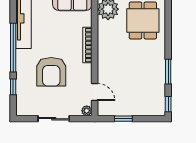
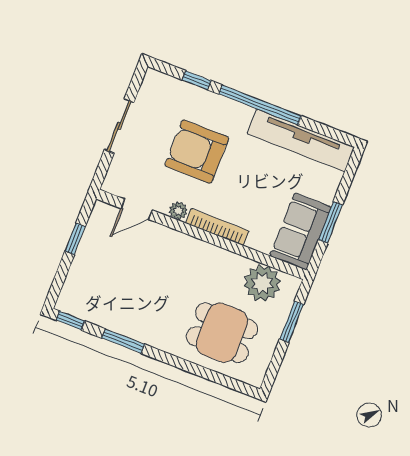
plant: (87, 111) -> (178, 211), moved

